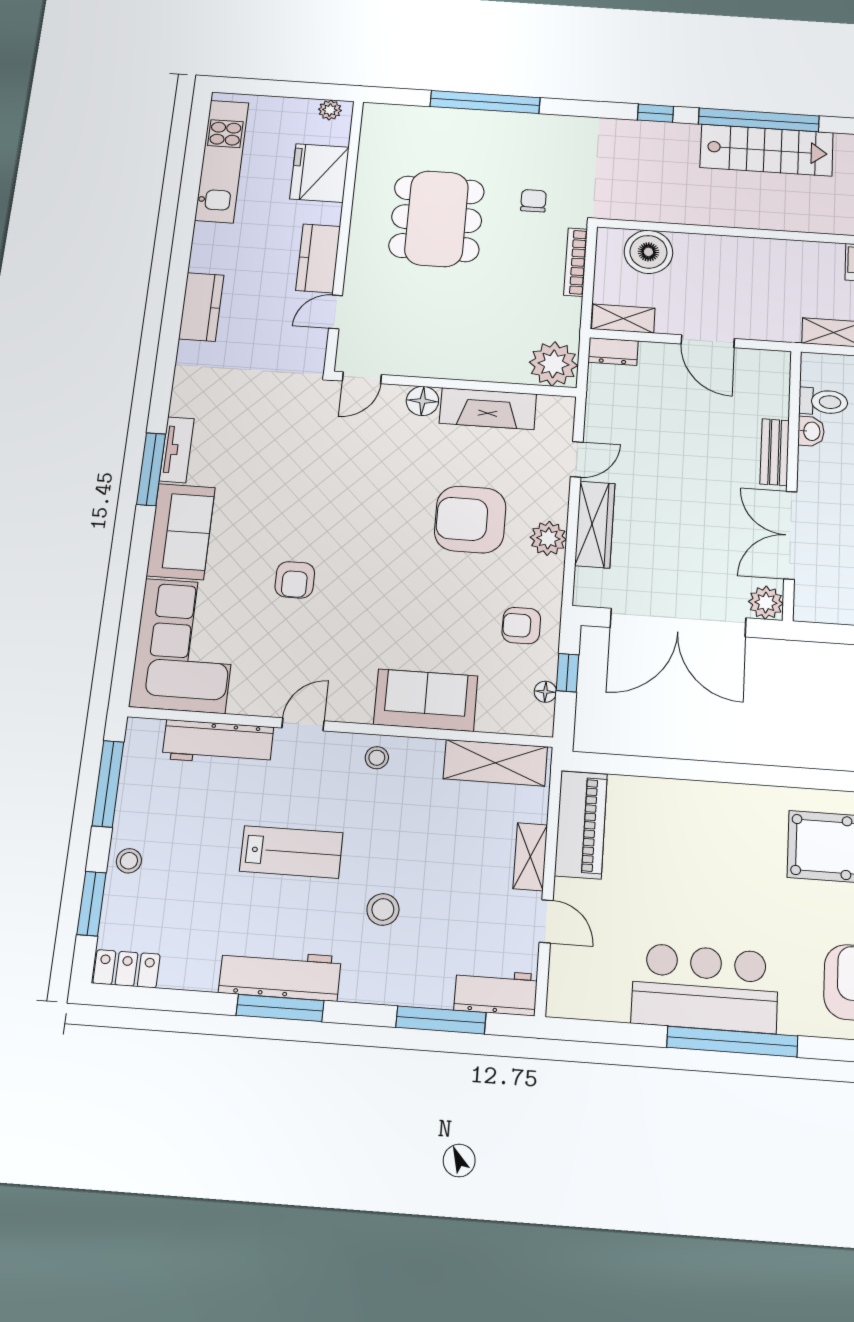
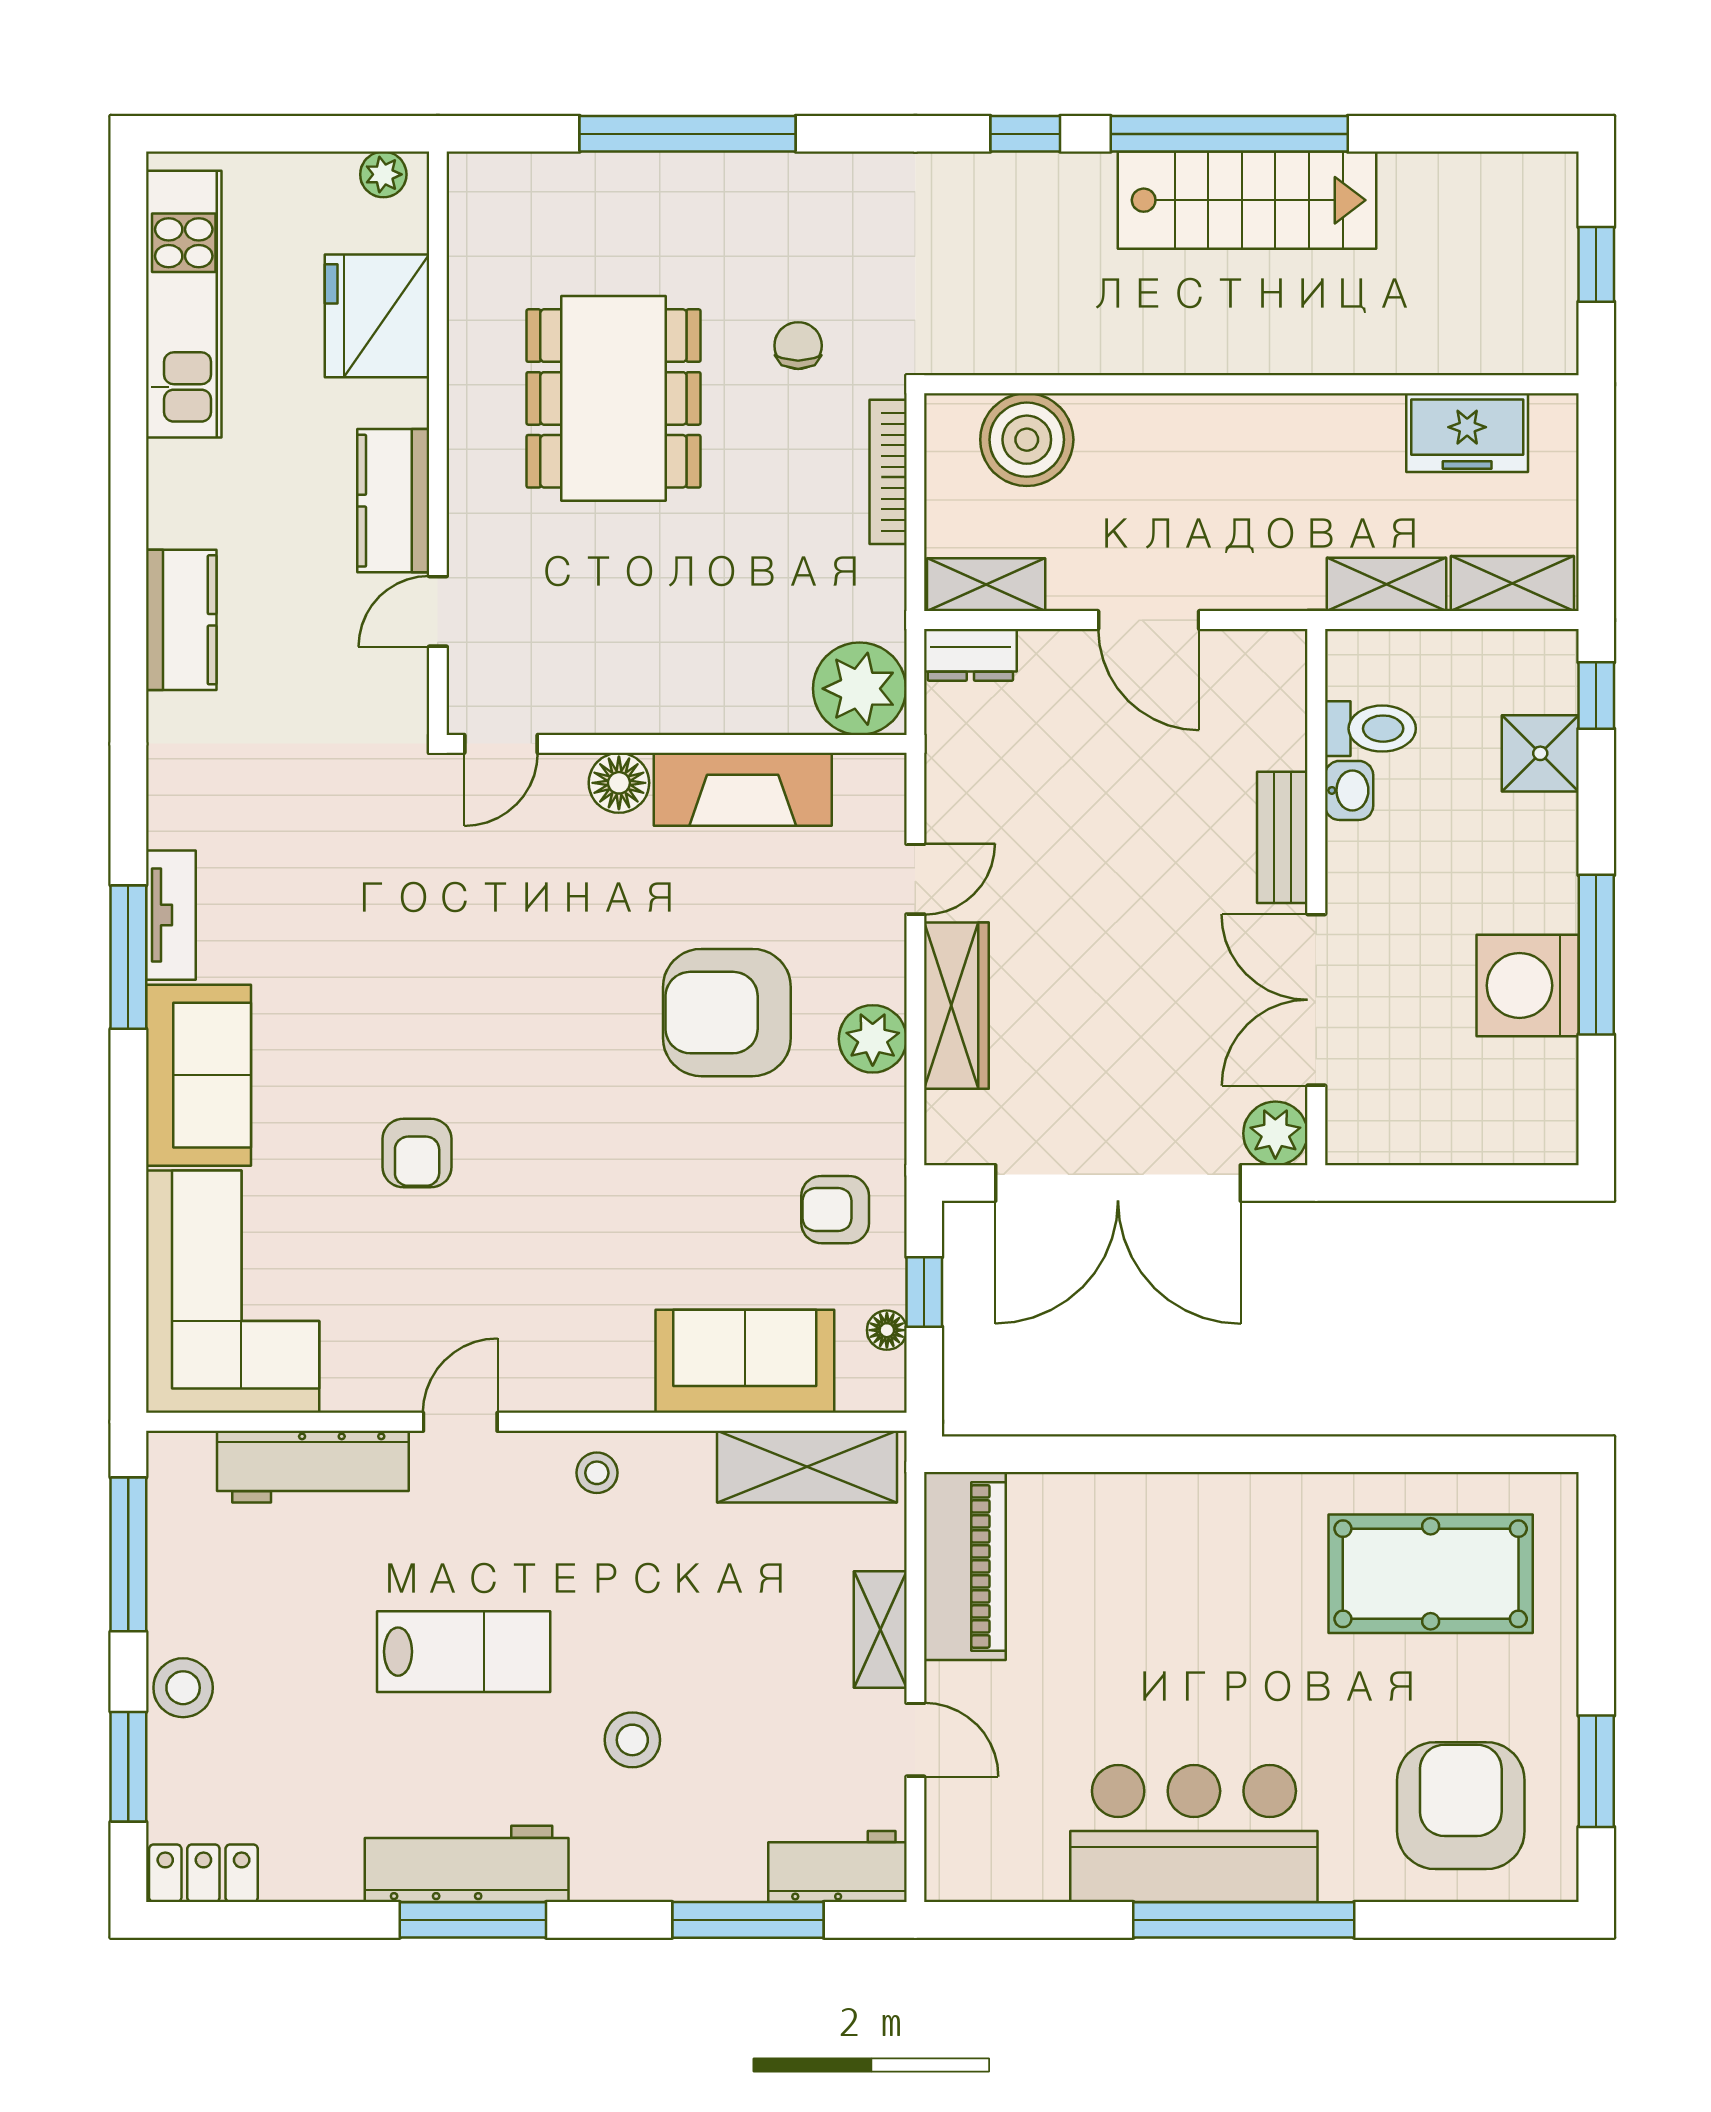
sofa: (426, 700) -> (745, 1361), moved
stool: (129, 861) -> (183, 1688), width x1.37, depth x1.37

